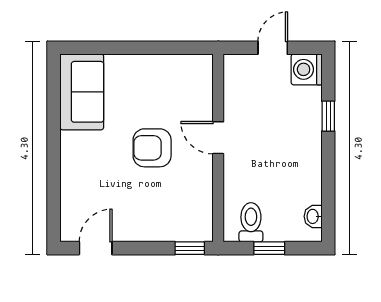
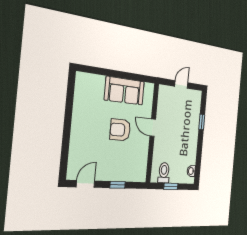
washing machine: (307, 69) -> (195, 98), removed
sofa: (82, 92) -> (124, 91), moved, turned 90
window: (190, 248) -> (118, 185), moved

